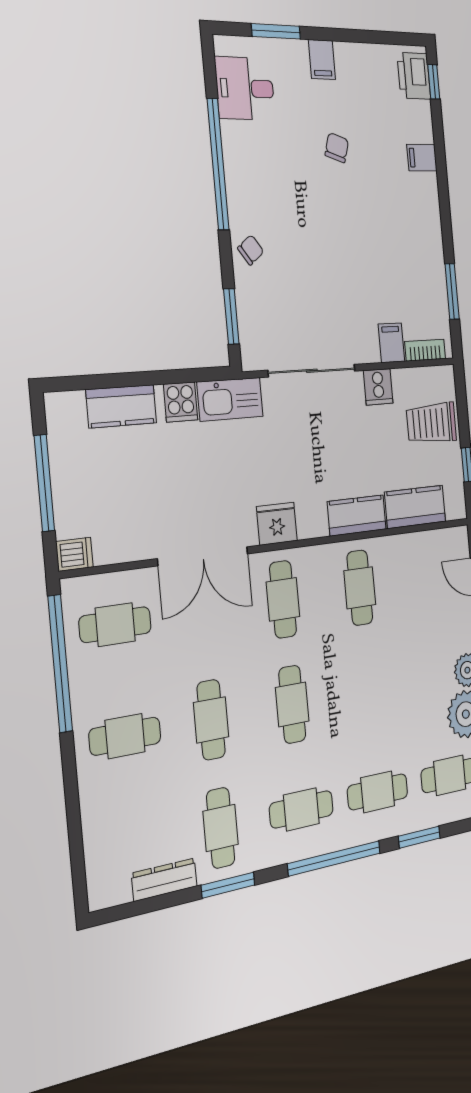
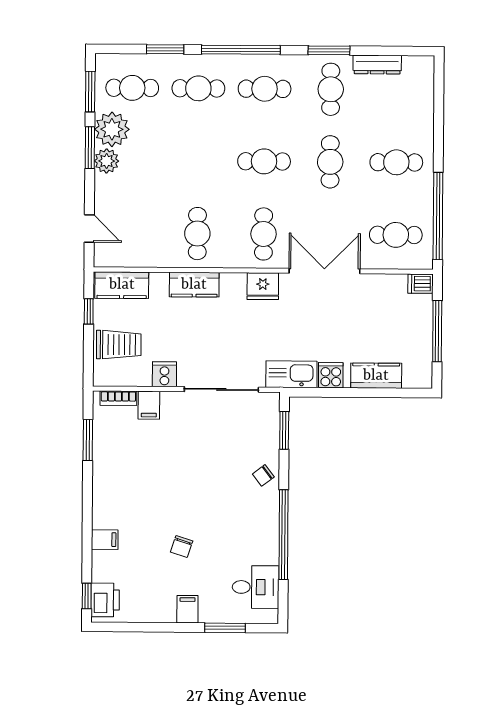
kitchen counter: (415, 507) -> (122, 285), moved
cafe table: (292, 704) -> (264, 161), turned 90

